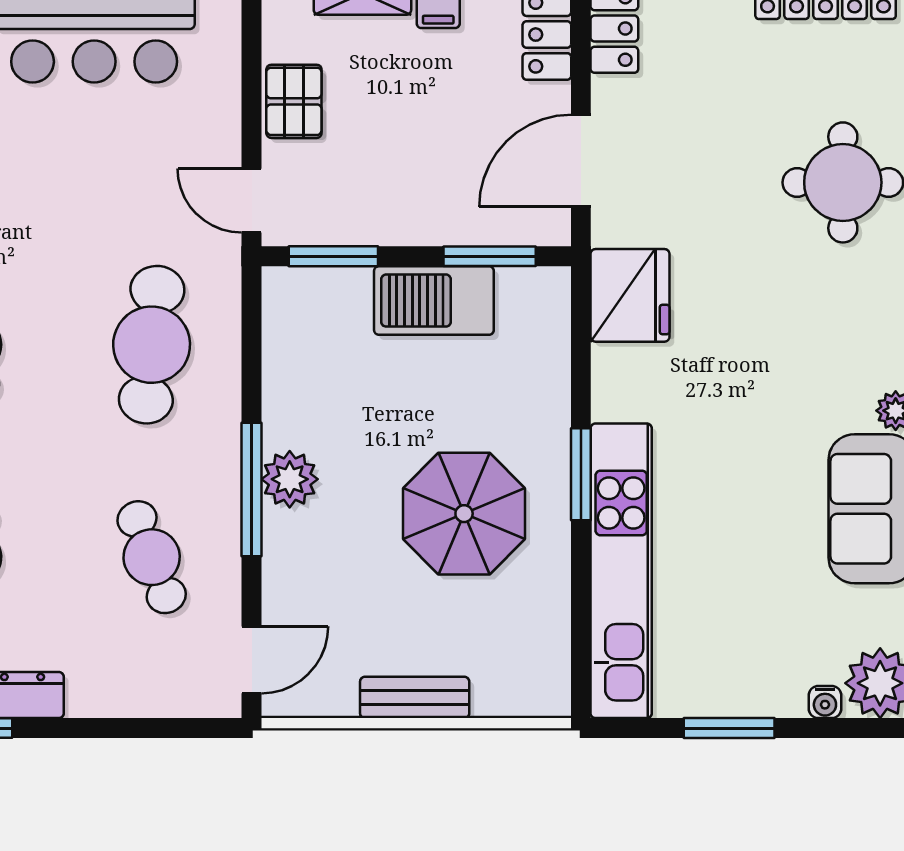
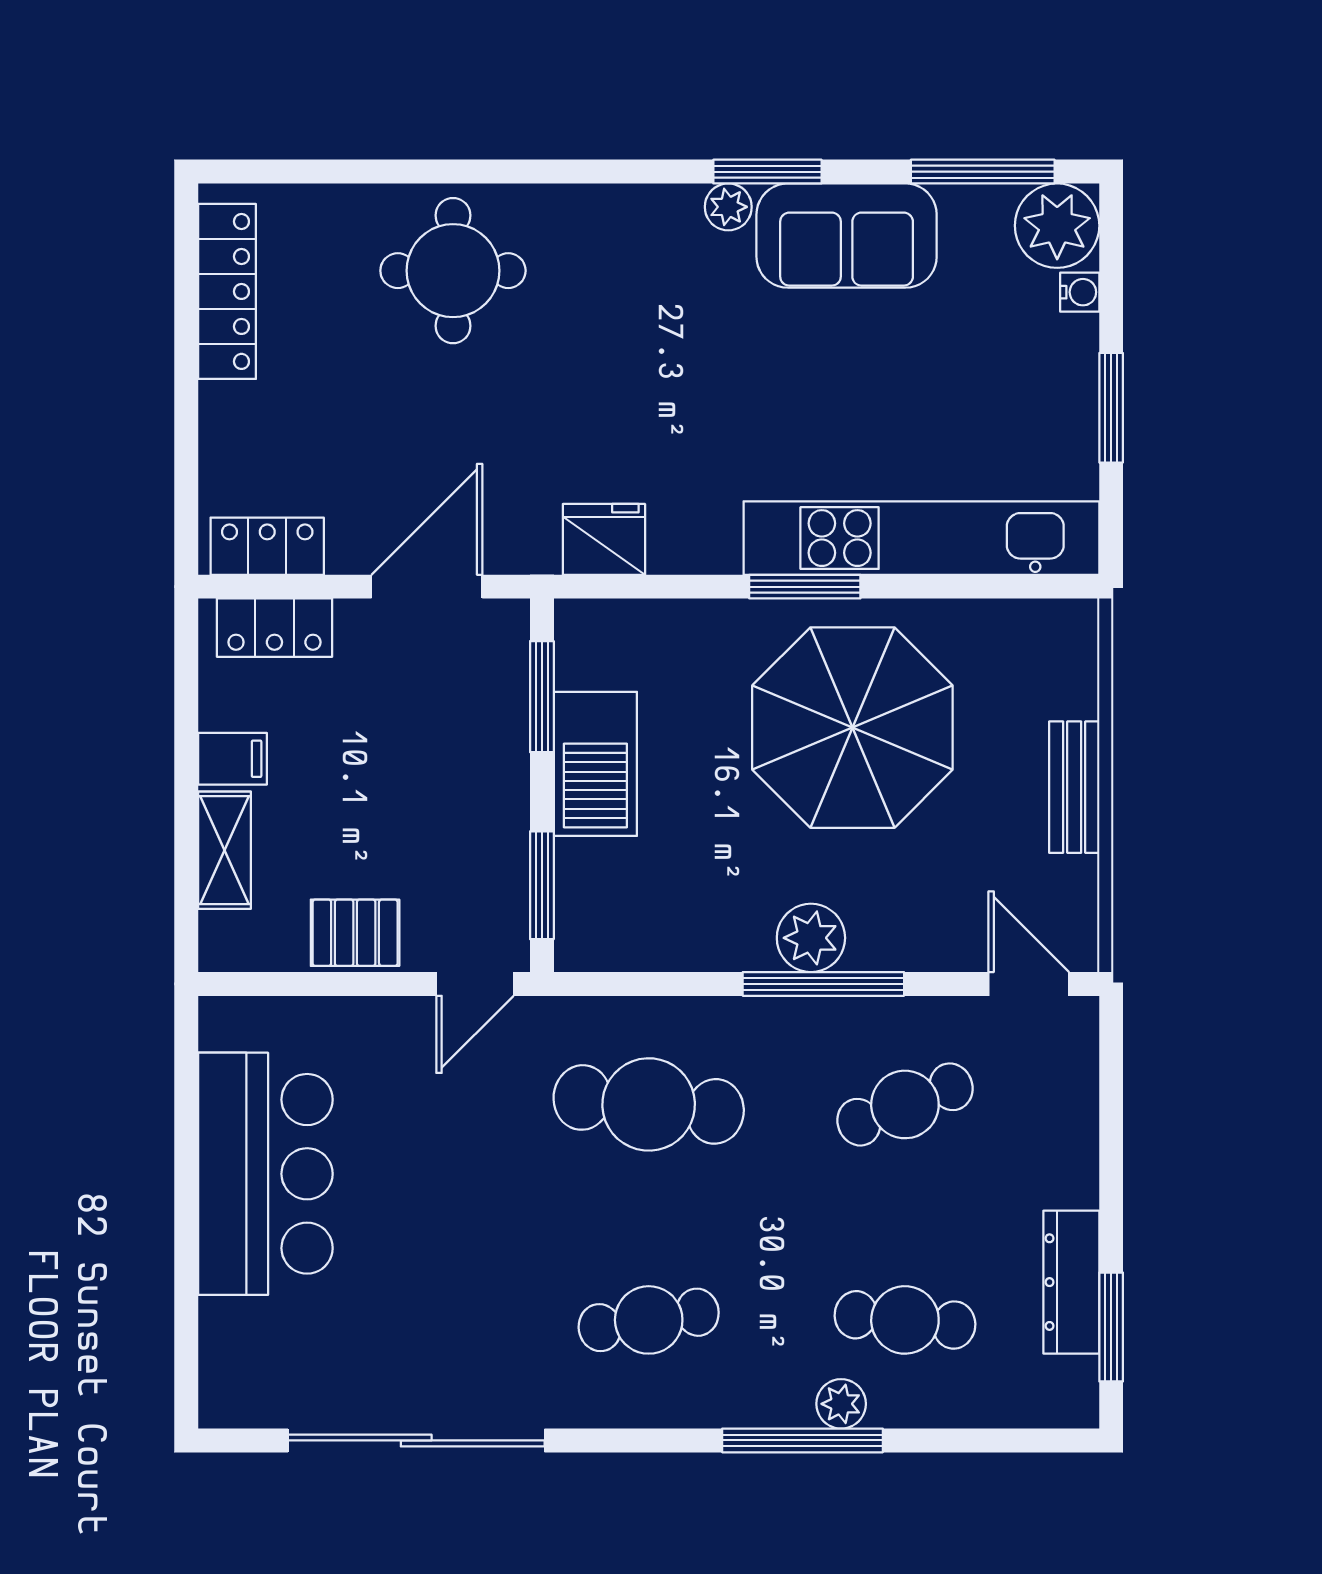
door: (581, 161) -> (427, 587), swing flipped
fridge: (630, 295) -> (604, 539), width x0.73, depth x0.75
parasol: (464, 514) -> (852, 728), width x1.36, depth x1.36

